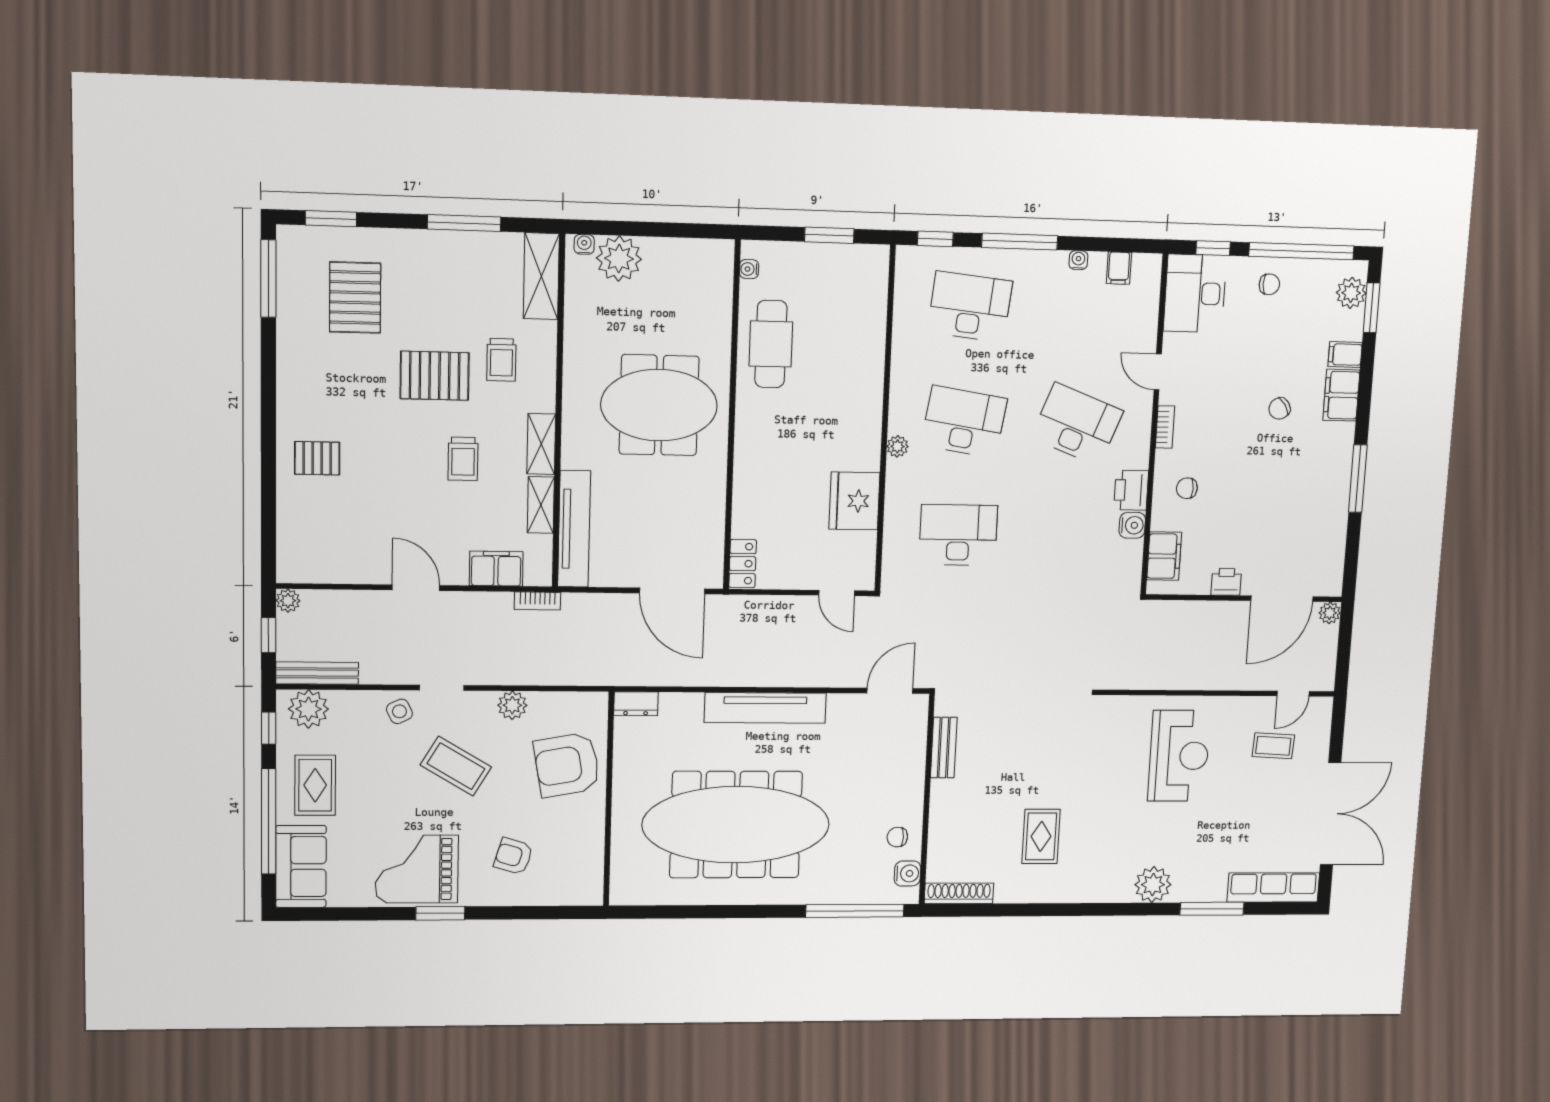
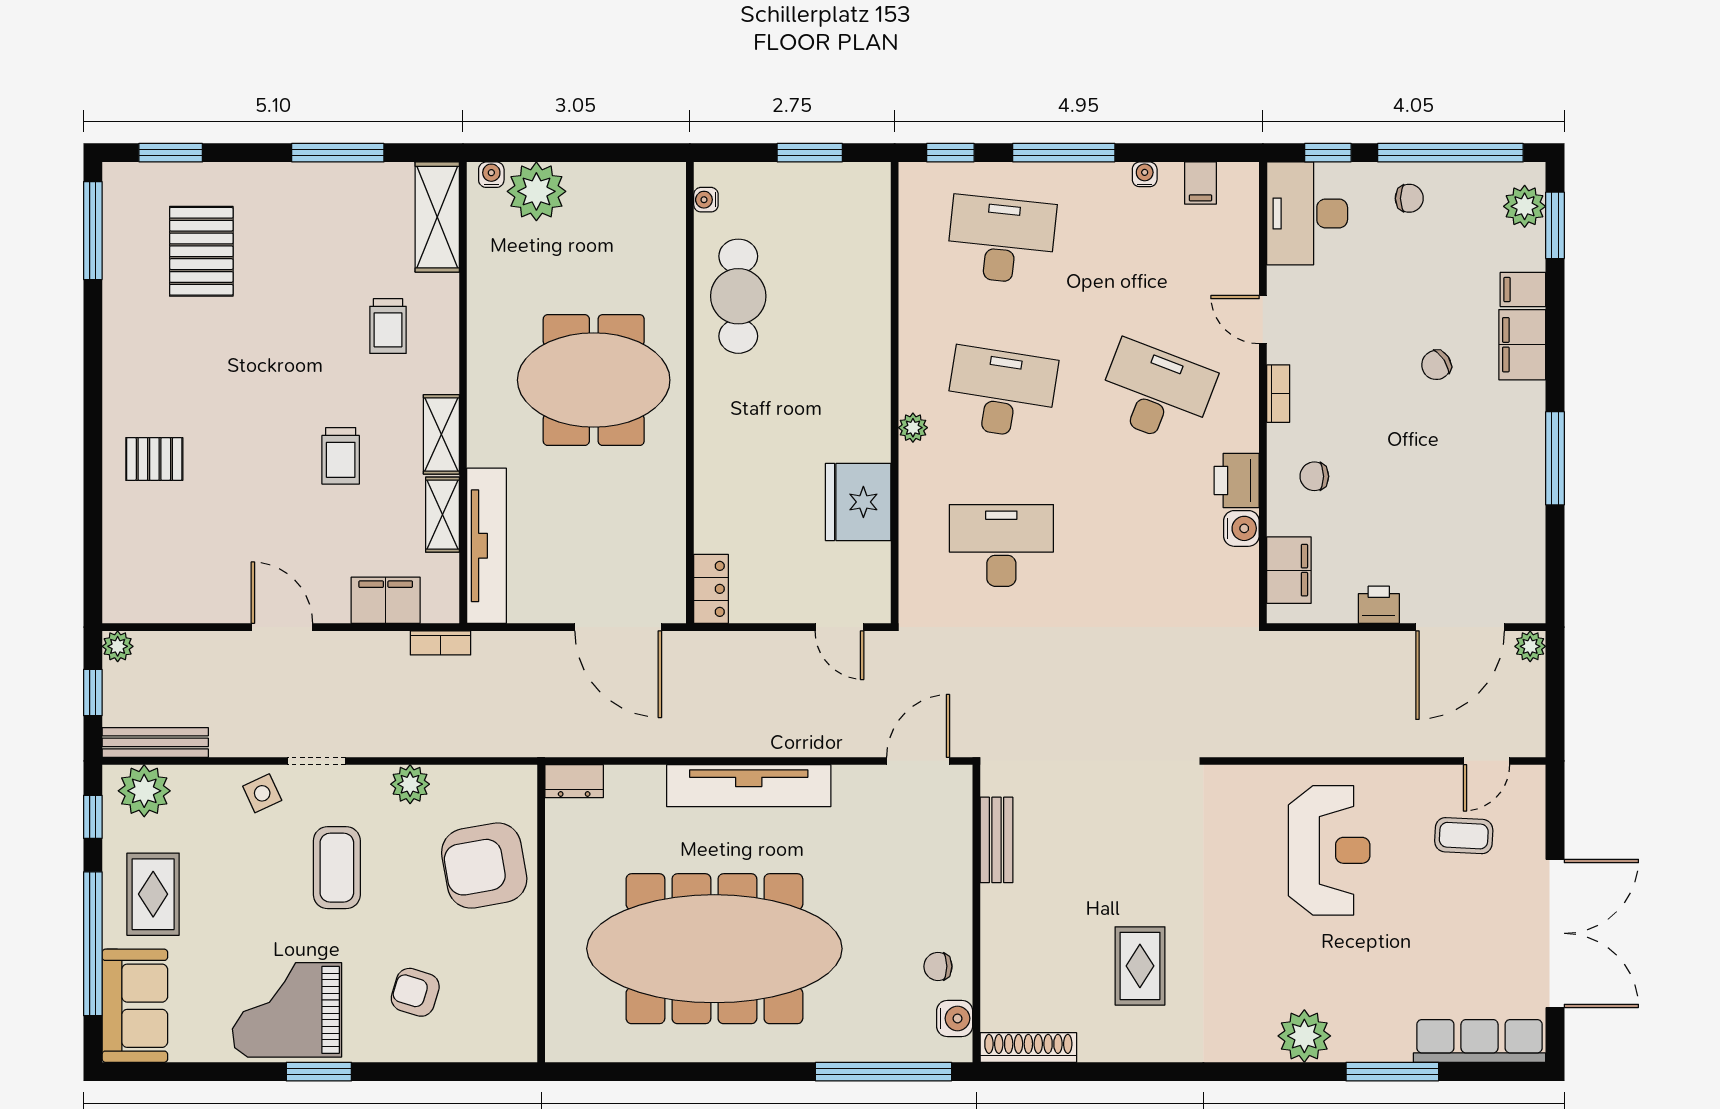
pallet: (435, 376) -> (303, 349), removed
coffee table: (456, 766) -> (337, 868), turned 59

